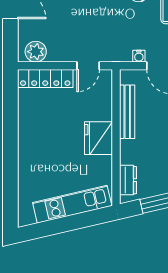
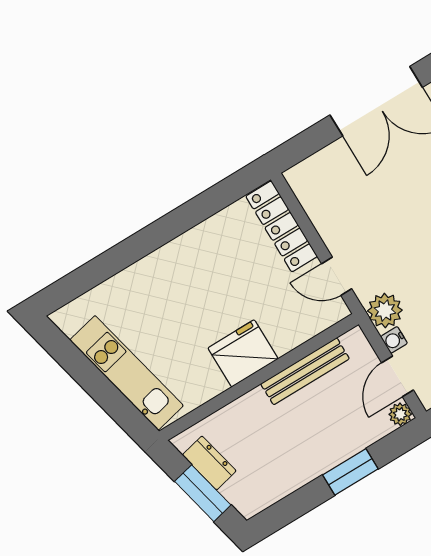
plant: (36, 52) -> (385, 311), moved
dresser: (128, 180) -> (209, 463), moved, turned -103

